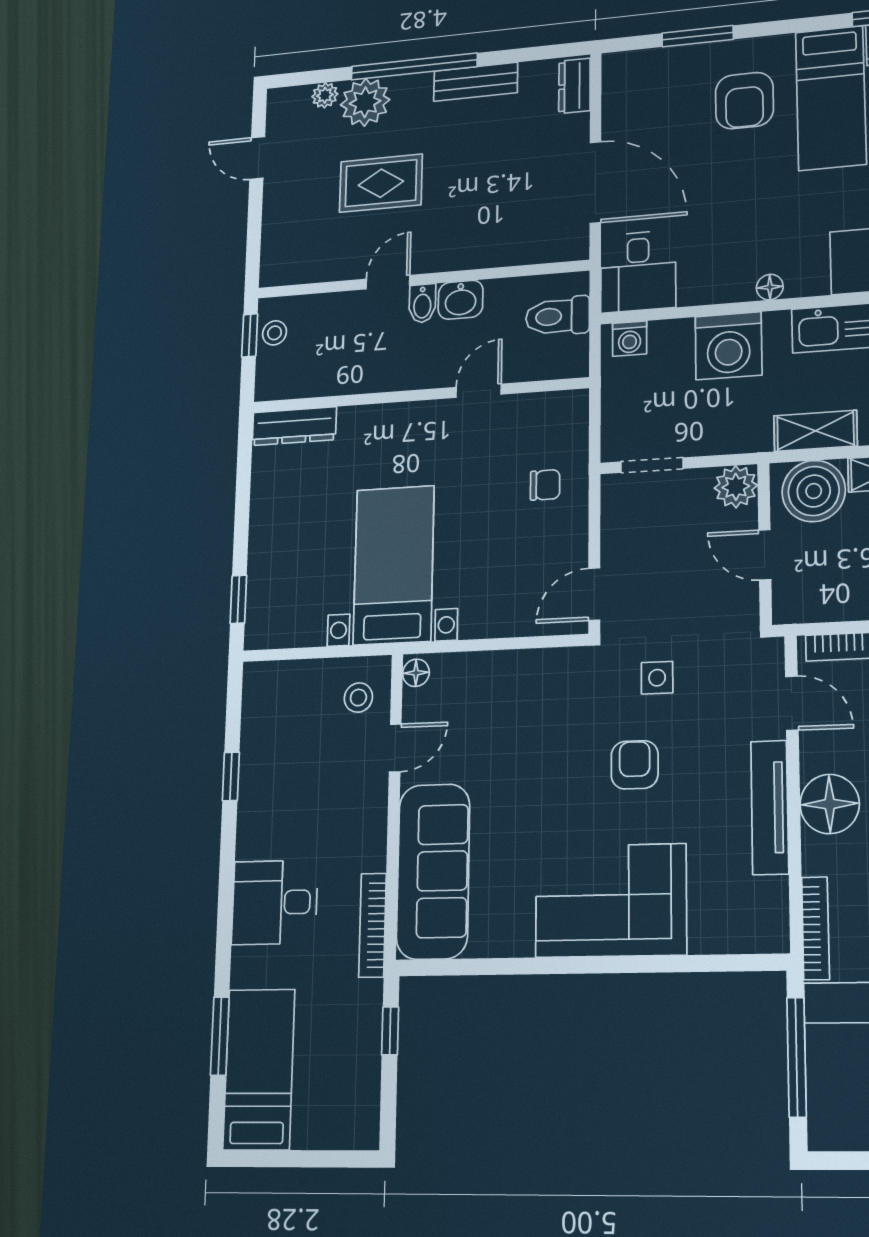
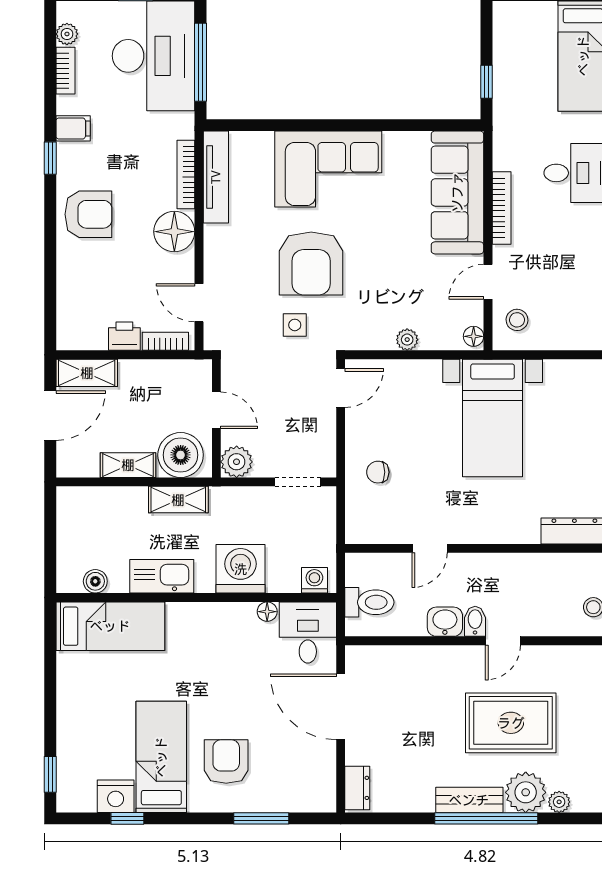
bench: (476, 82) -> (469, 800), moved
rug: (381, 183) -> (511, 723), width x1.36, depth x1.43
floor lamp: (770, 287) -> (267, 612), moved
plant: (504, 664) -> (407, 340), added
armchair: (635, 765) -> (311, 263), width x1.88, depth x1.88
tv unit: (770, 807) -> (216, 177), moved
bookcase: (372, 925) -> (502, 208), moved
bookcase: (815, 928) -> (186, 174), moved

